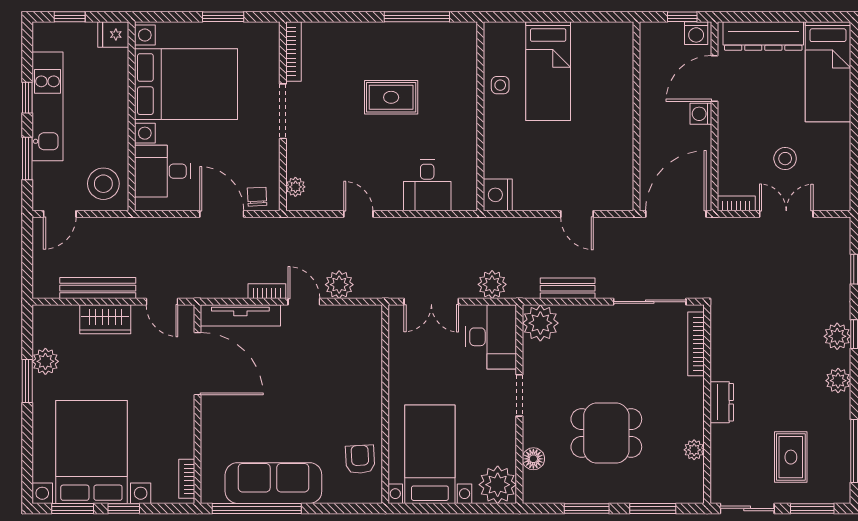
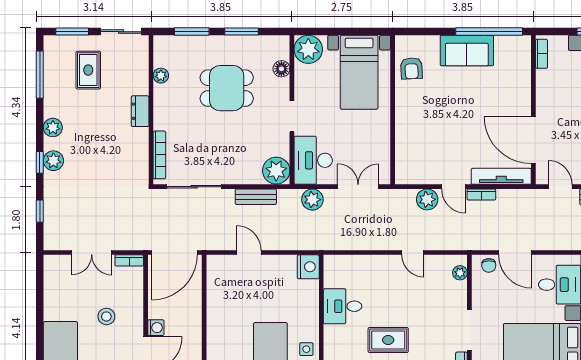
stool: (785, 159) -> (106, 316), moved
desk: (427, 185) -> (343, 306), moved, turned -90
sofa: (273, 483) -> (467, 51), width x0.73

